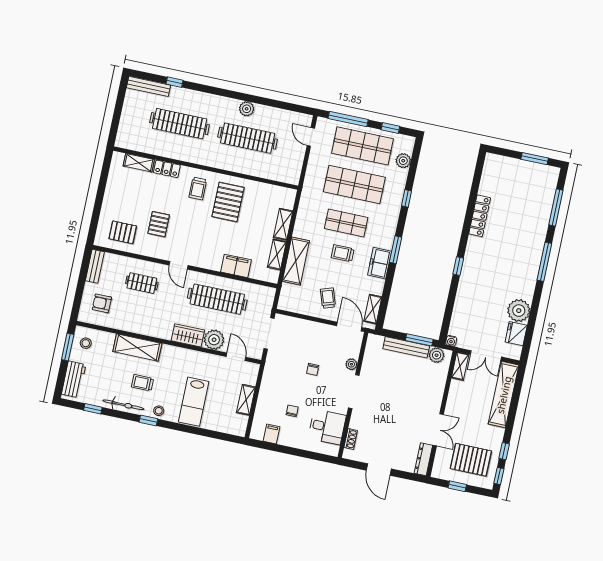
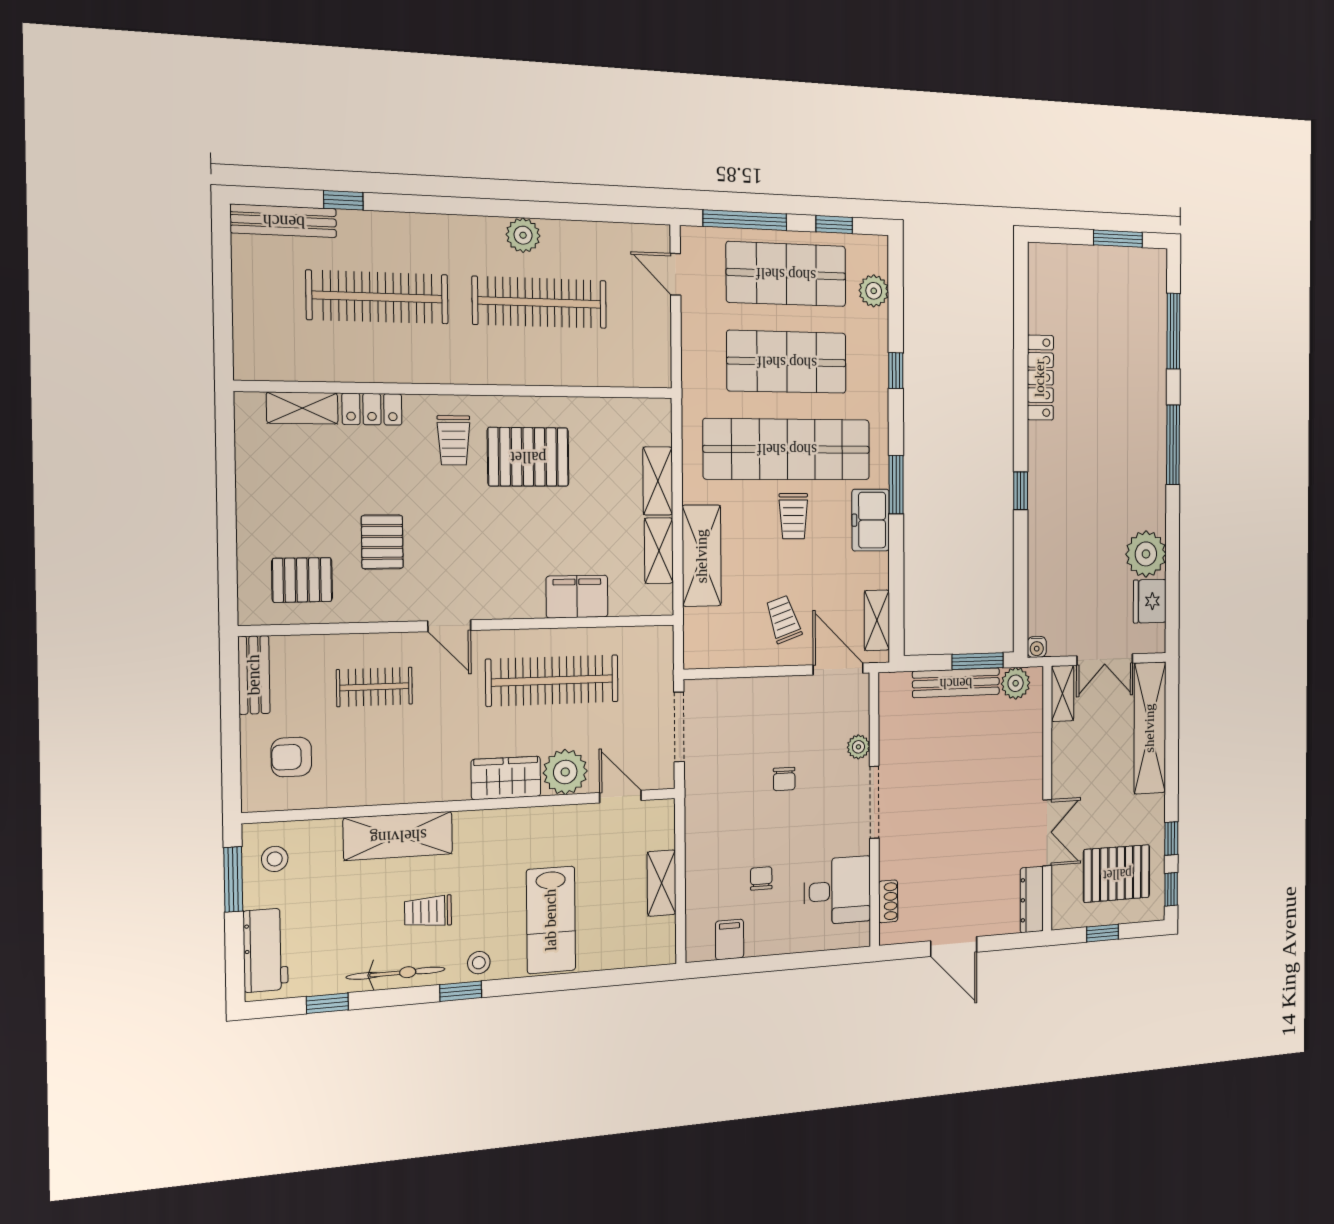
pallet: (228, 202) -> (528, 457), turned 90
shop shelf: (346, 223) -> (787, 449), width x2.00, depth x1.36
trolley: (343, 253) -> (793, 516), turned -90

